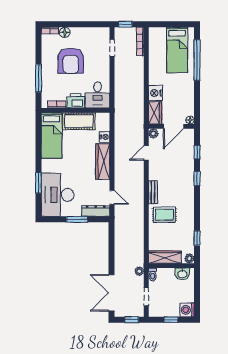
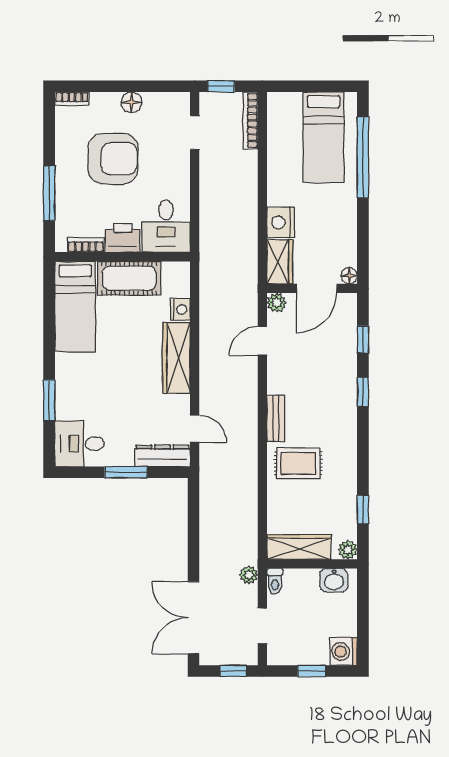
floor lamp: (65, 32) -> (131, 102), moved
armchair: (71, 61) -> (113, 159), turned -90
desk: (58, 195) -> (79, 444), width x0.53, depth x0.77

